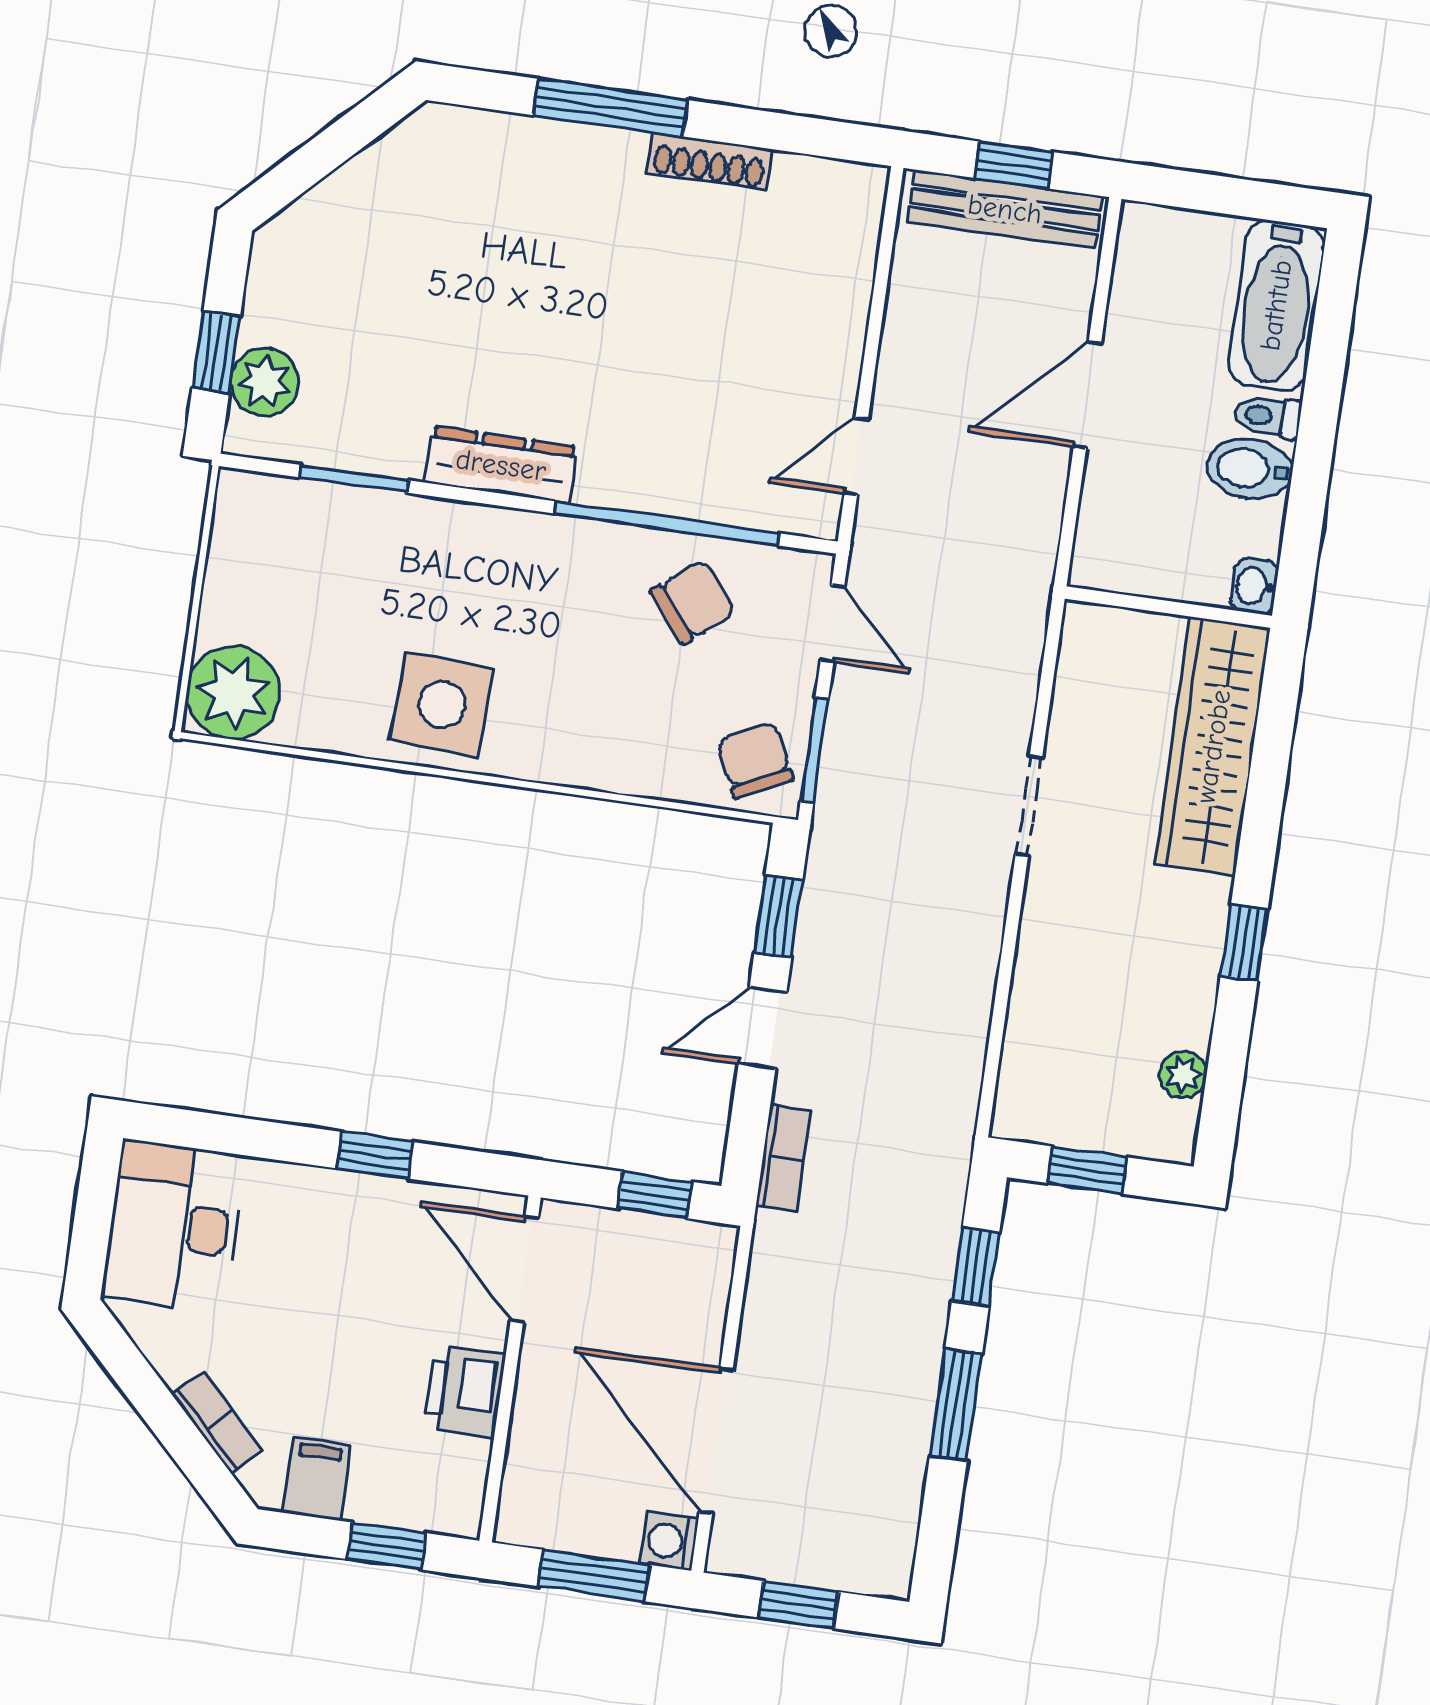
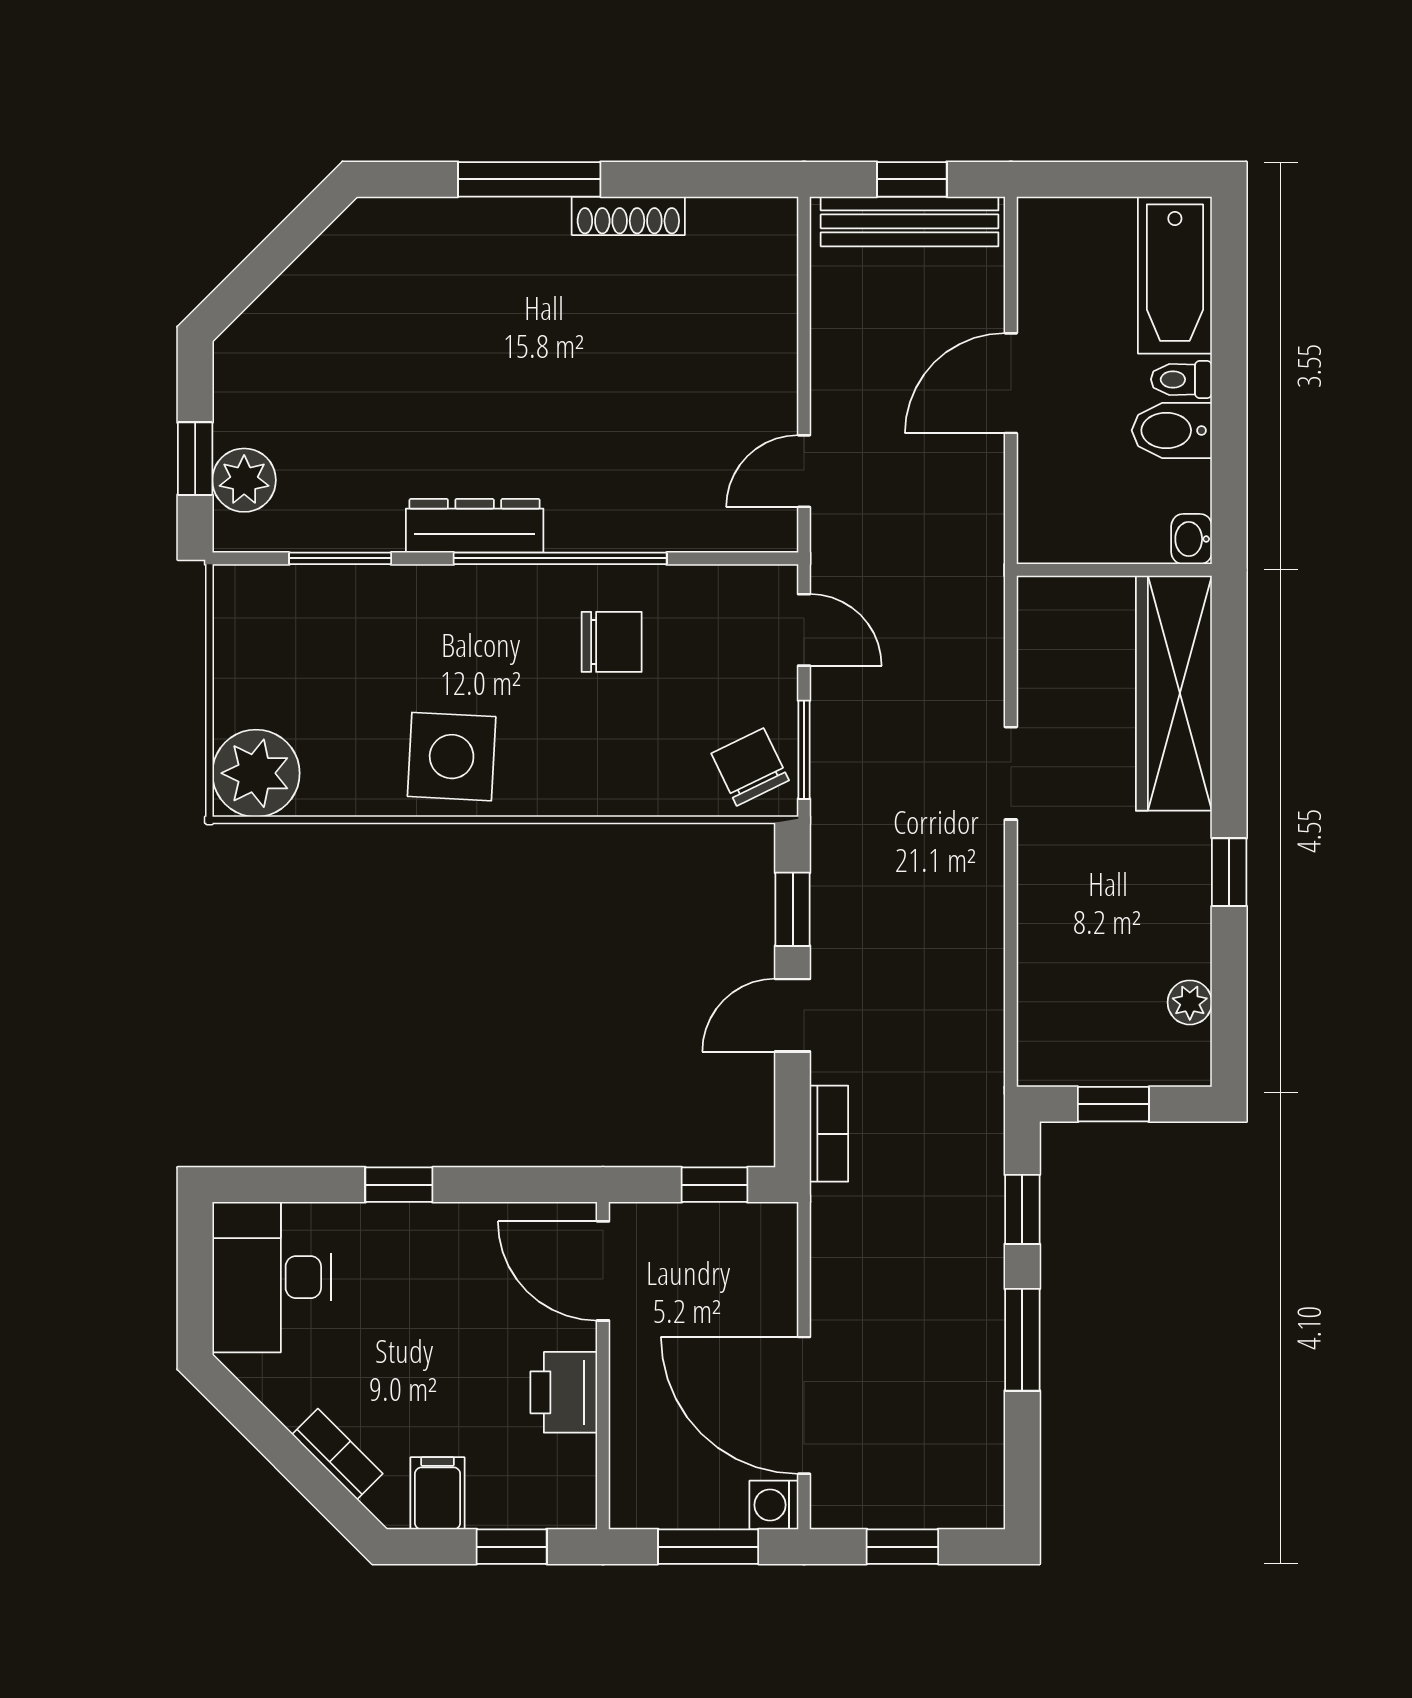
window: (667, 523) -> (560, 558), moved
chair: (693, 602) -> (612, 642), moved, turned 39
window: (375, 1155) -> (399, 1185), moved

